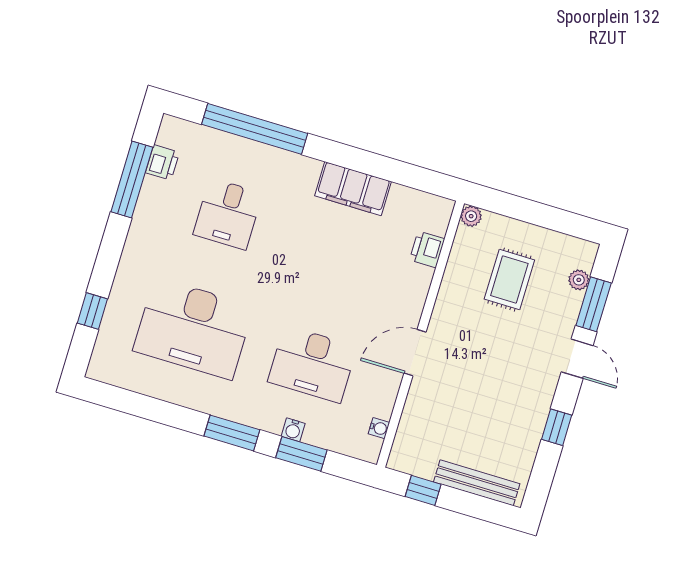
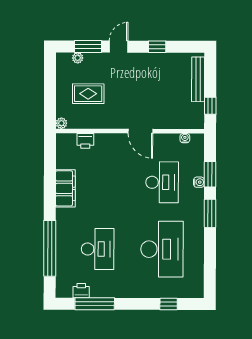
desk: (228, 214) -> (98, 249), width x1.37

